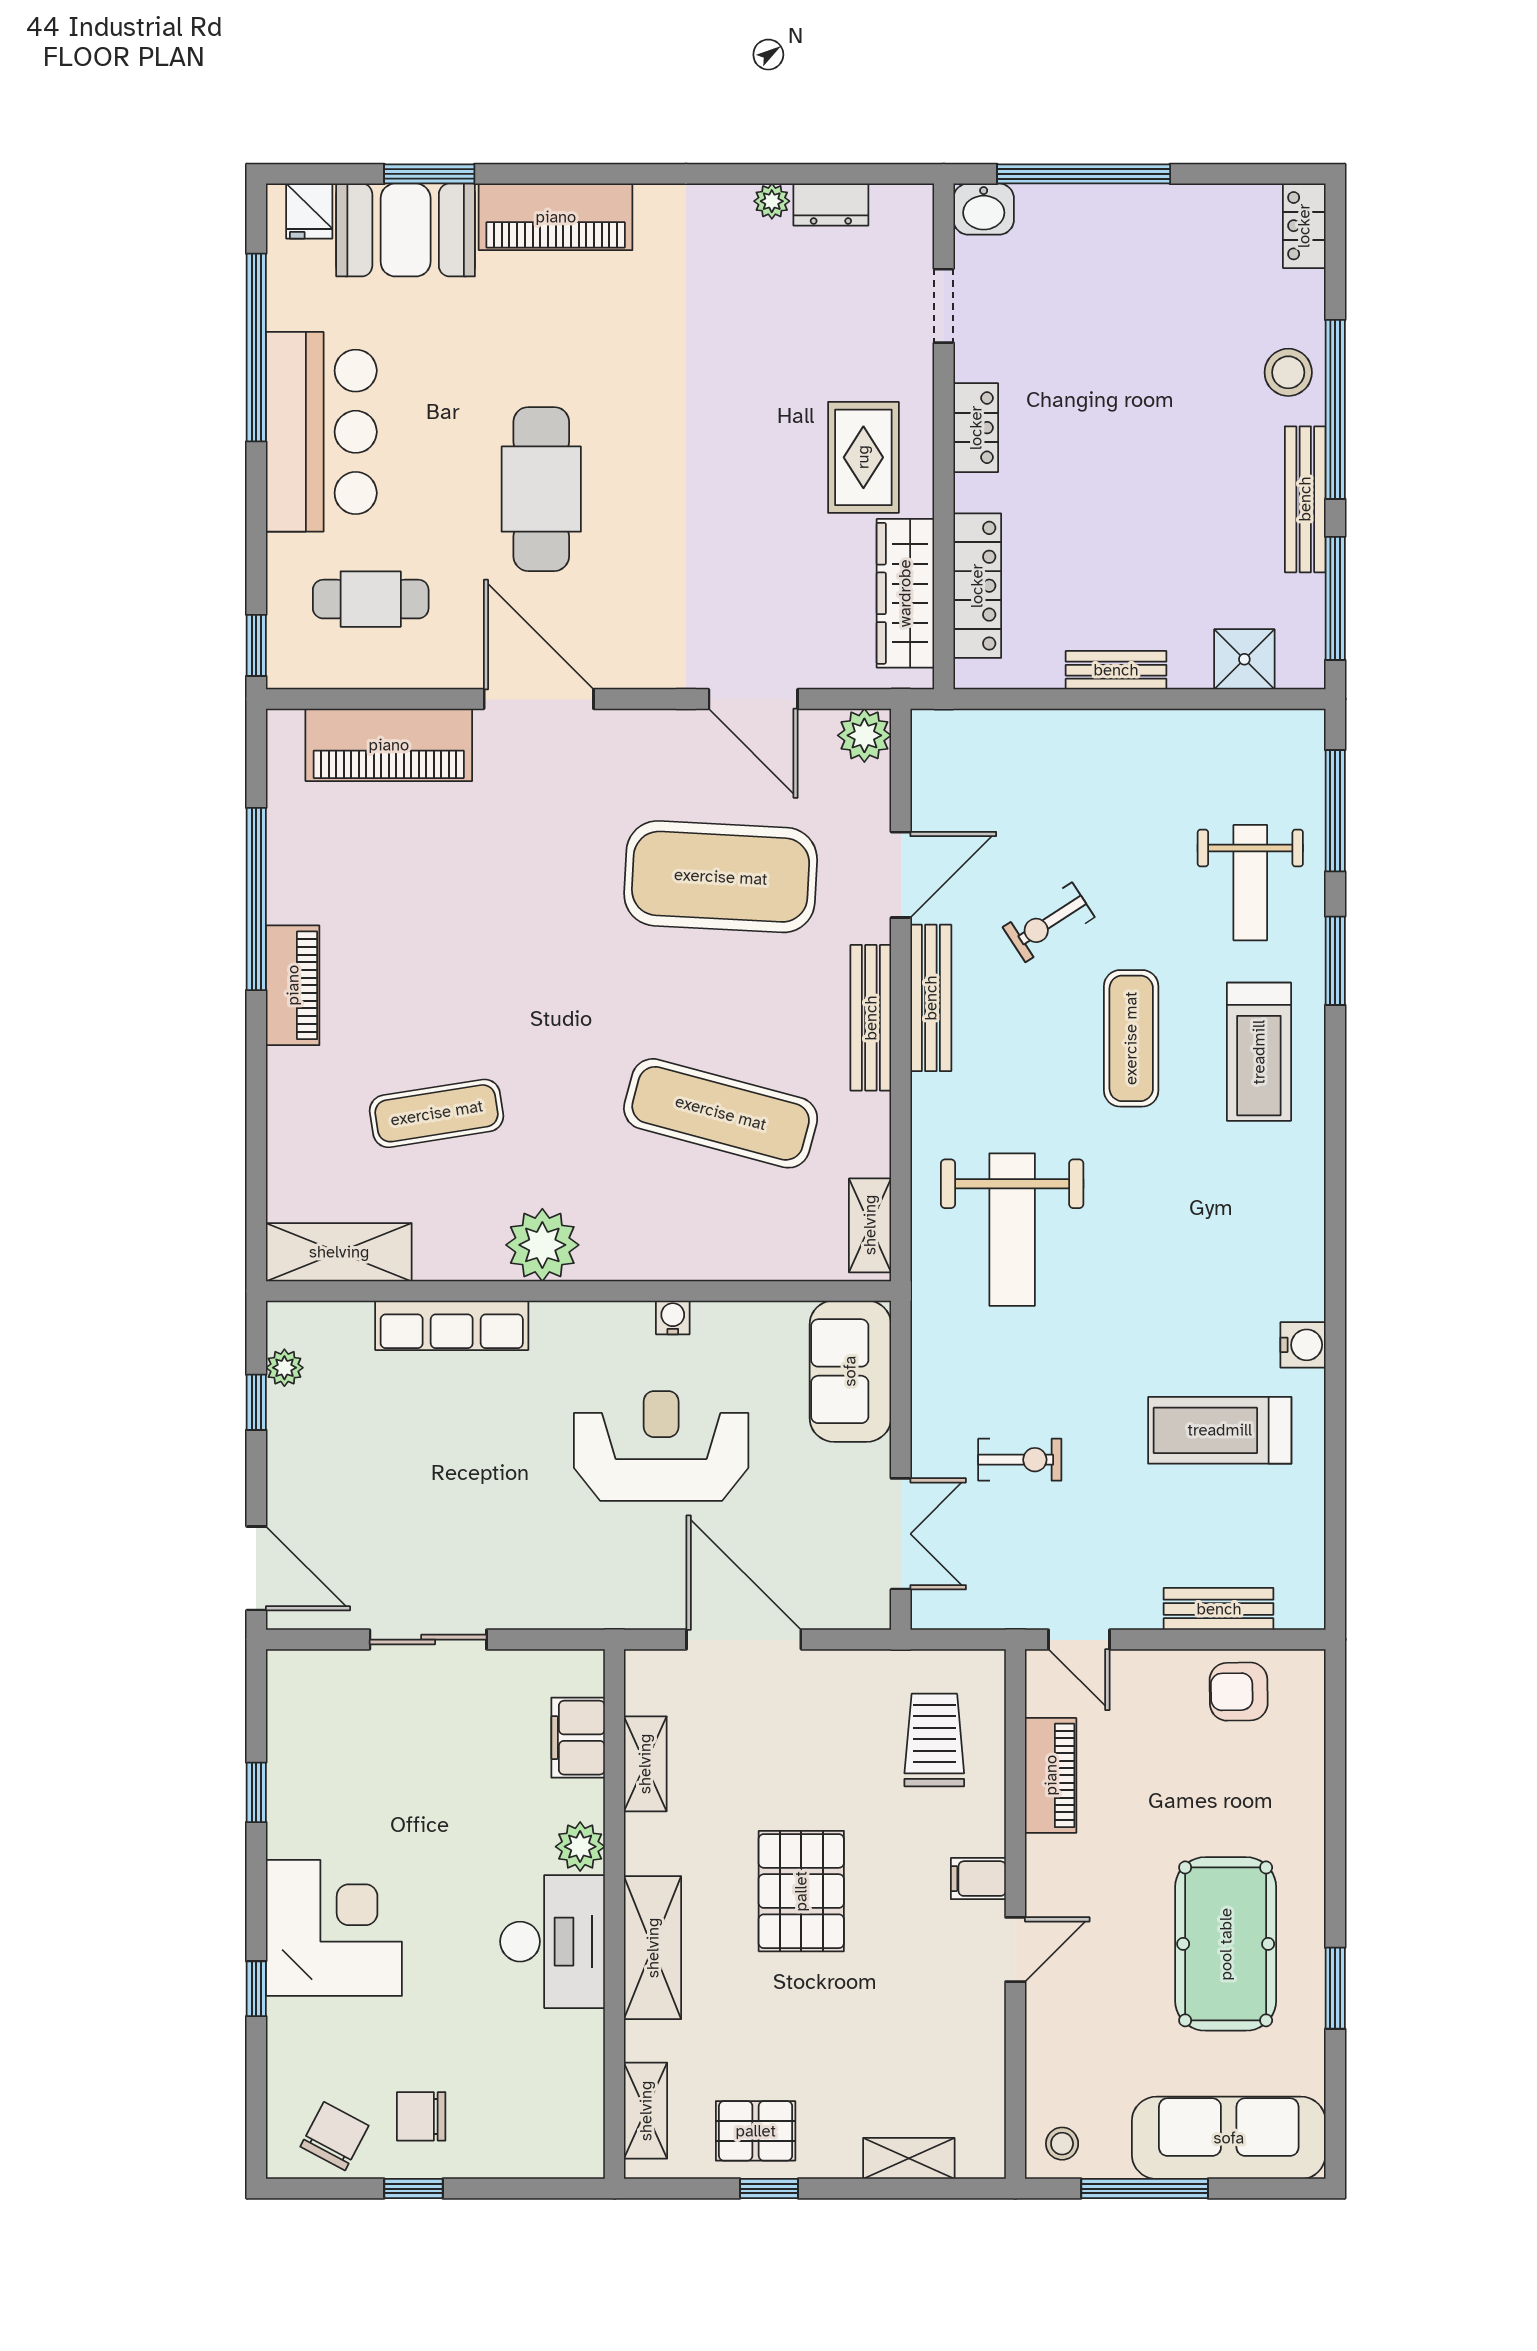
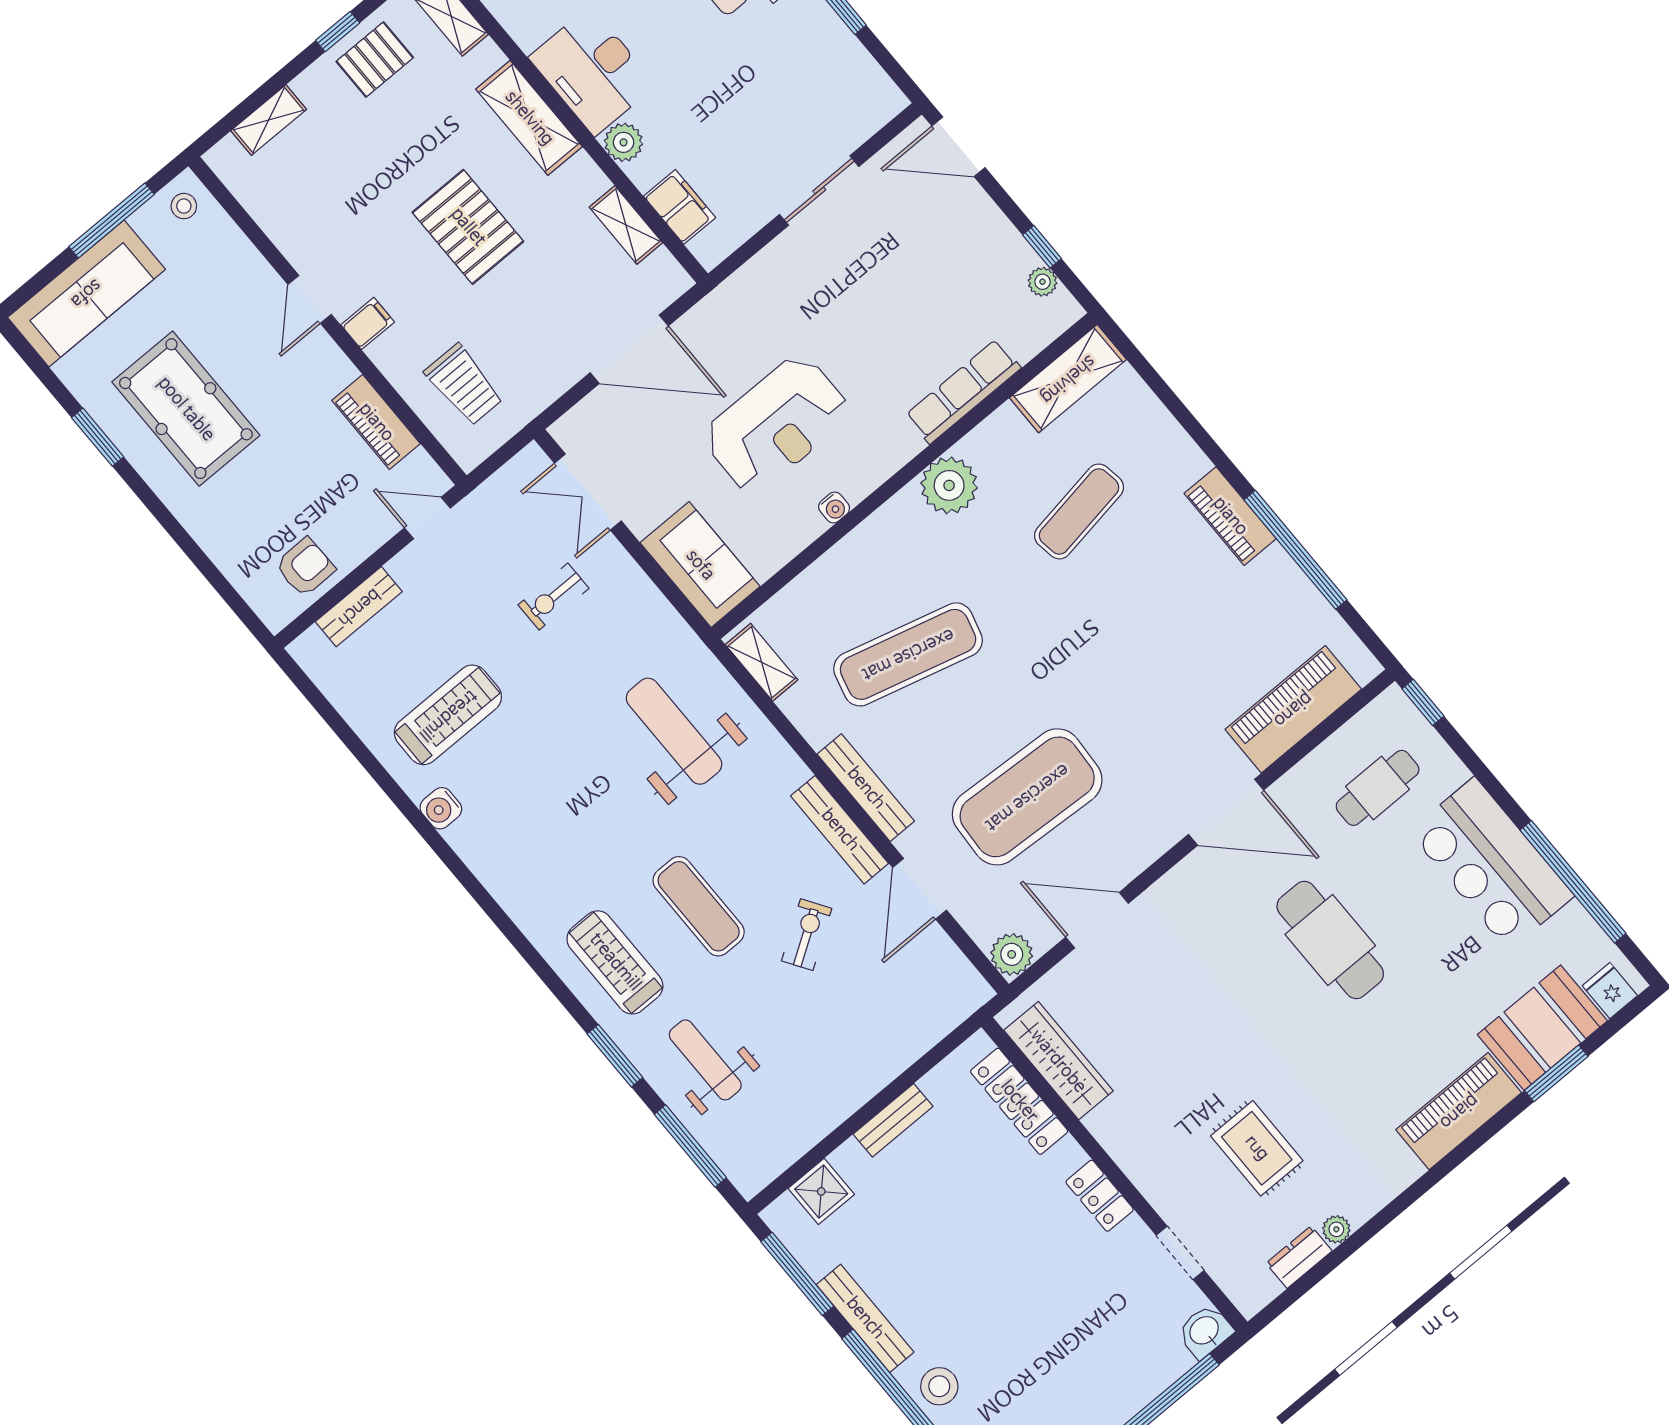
rug: (863, 457) -> (1257, 1148), moved

